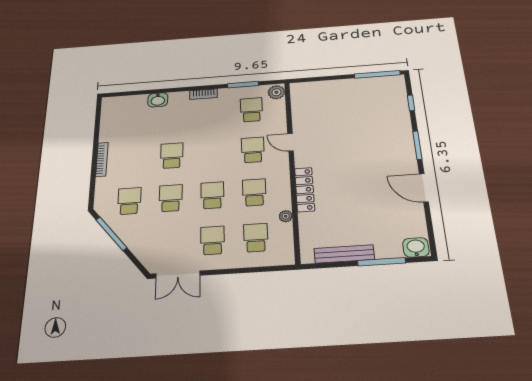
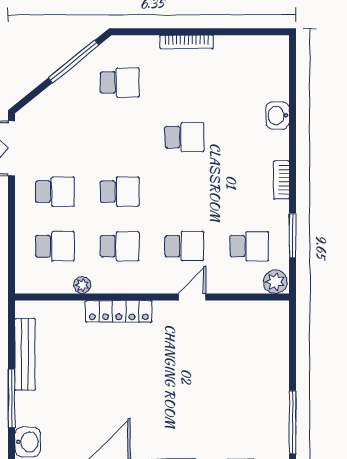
school desk: (171, 198) -> (120, 137), removed

